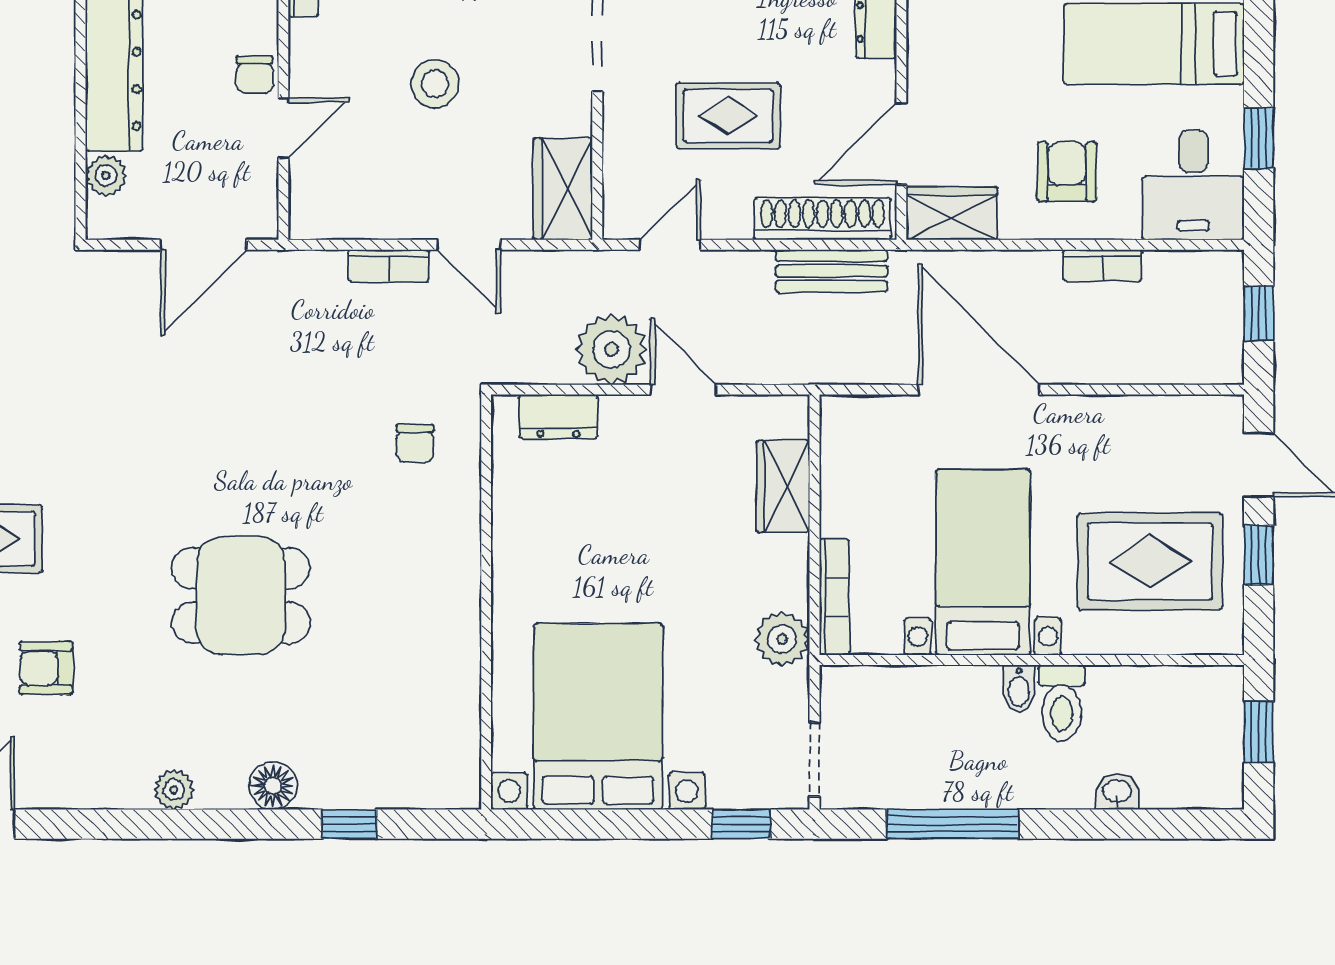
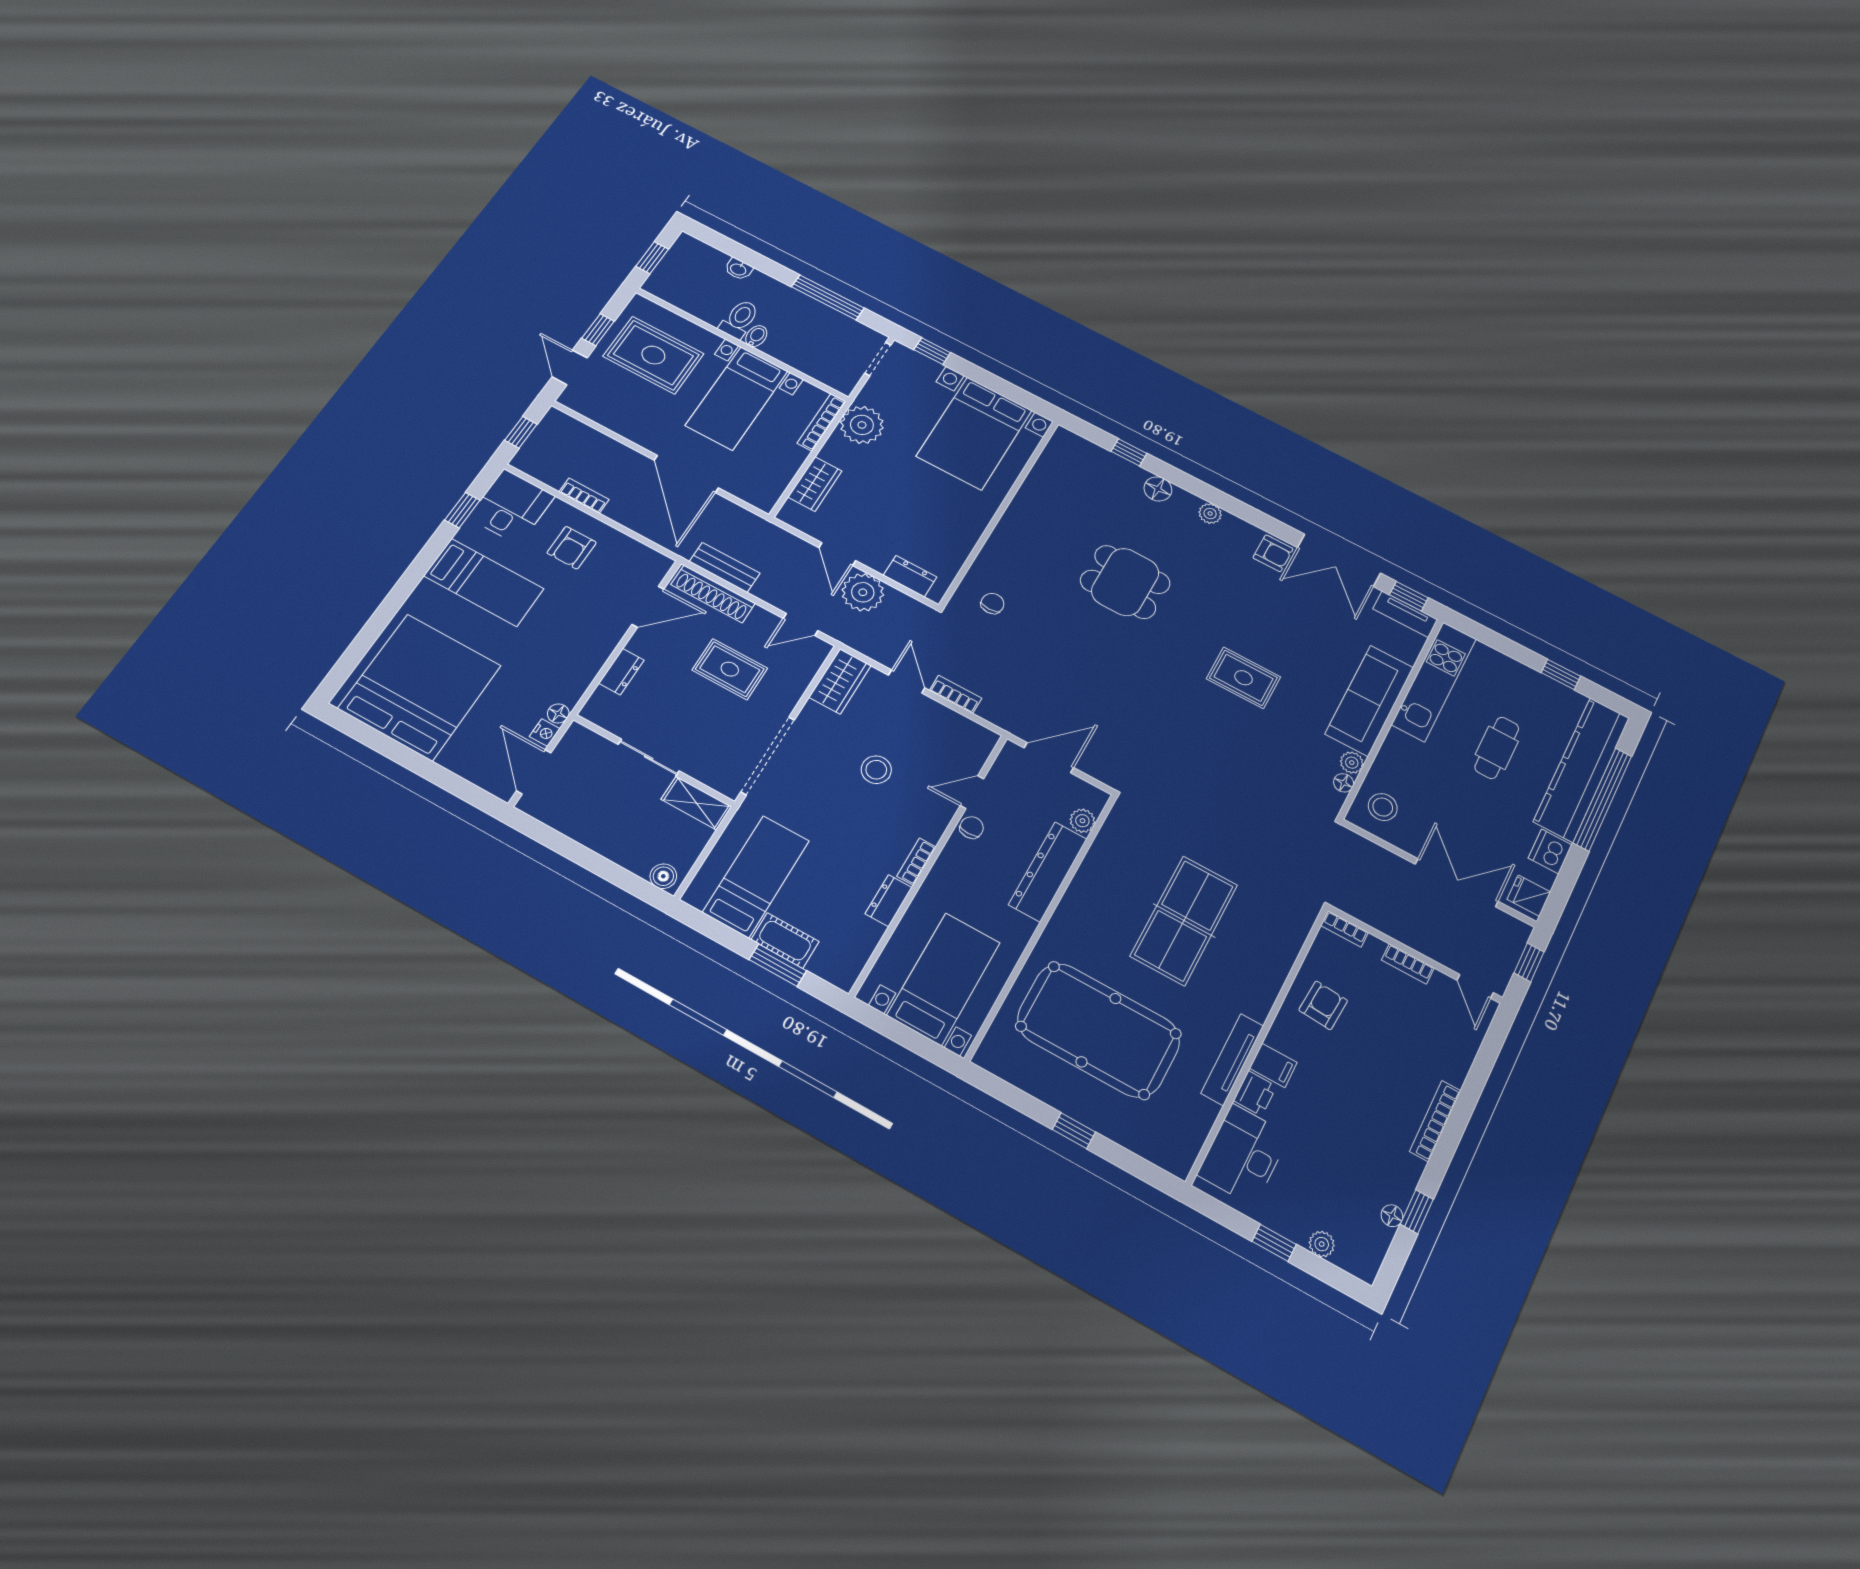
wardrobe: (952, 213) -> (644, 560), removed
plant: (782, 639) -> (862, 425), width x1.36, depth x1.36
armchair: (46, 668) -> (1273, 553), moved

